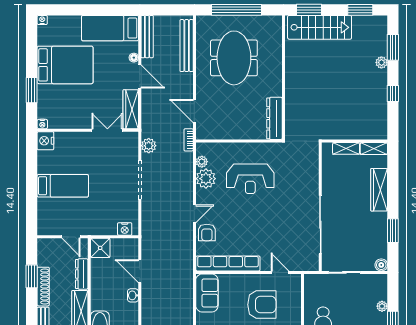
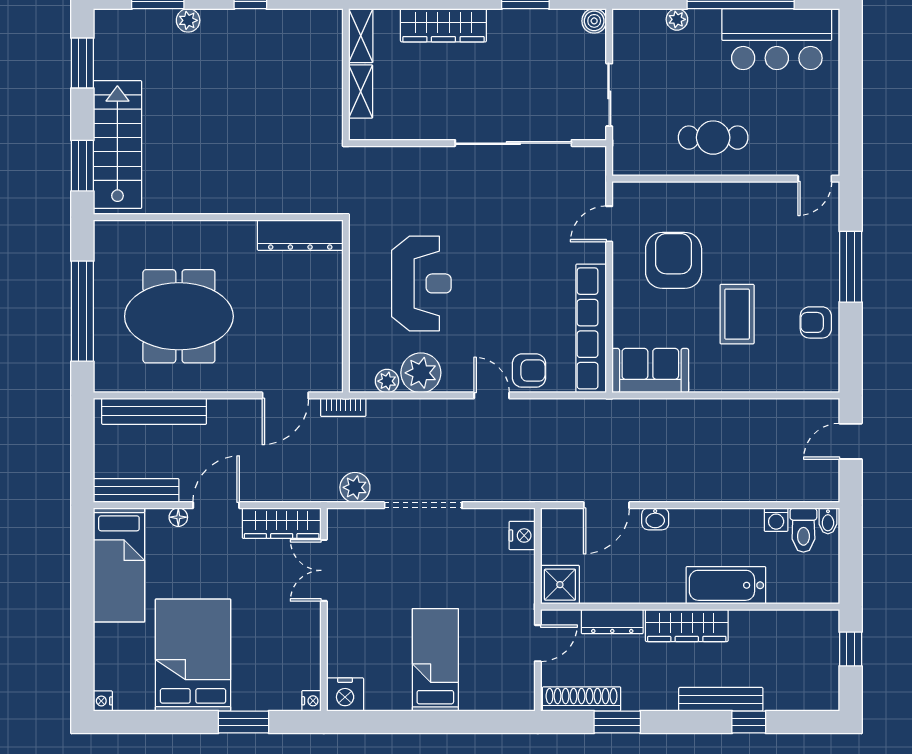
shoe rack: (43, 287) -> (582, 699), moved

